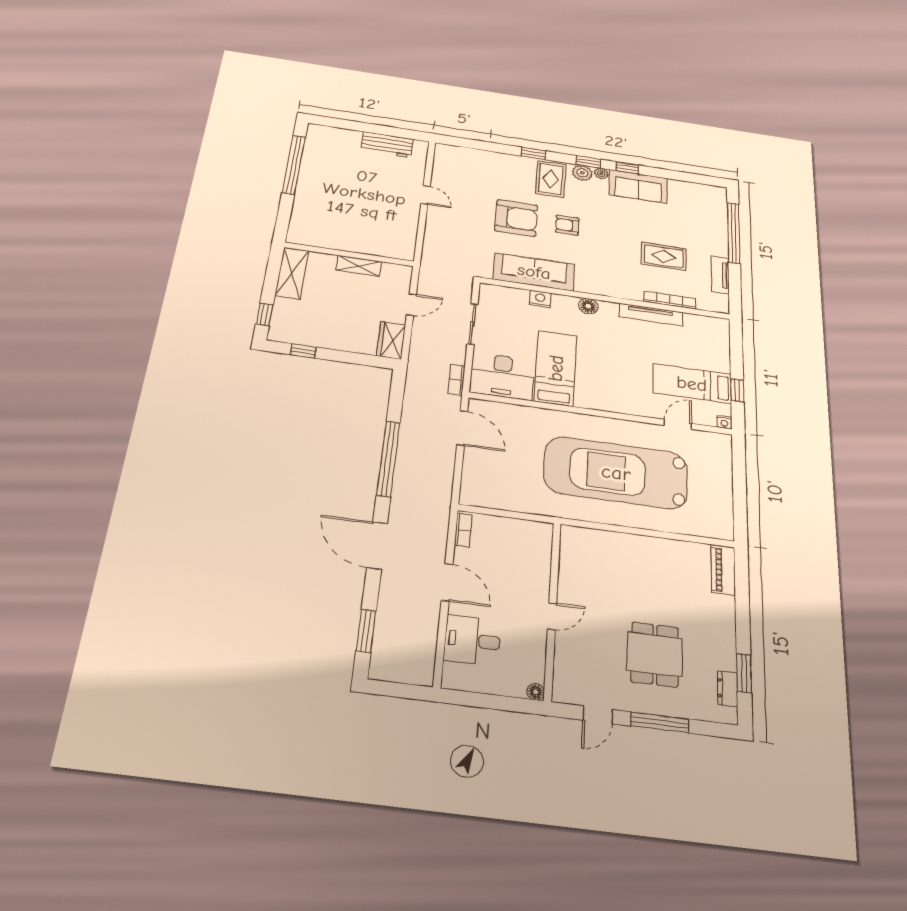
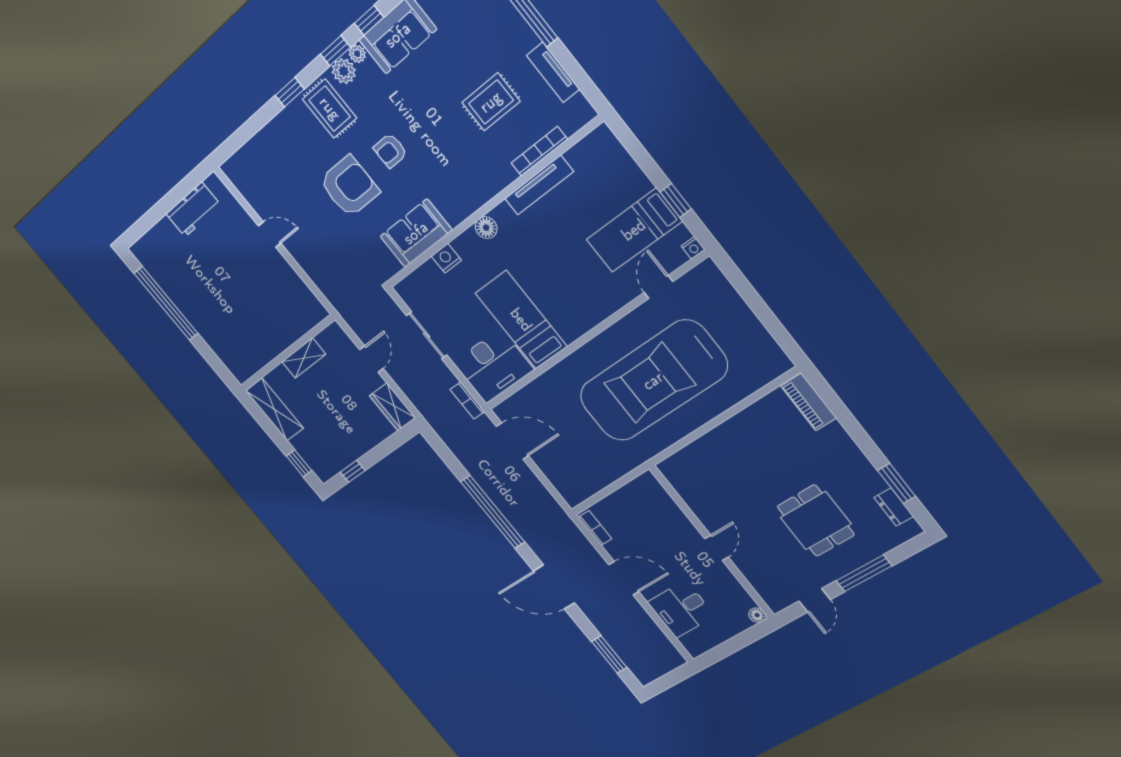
sofa: (534, 272) -> (416, 233), width x0.73

